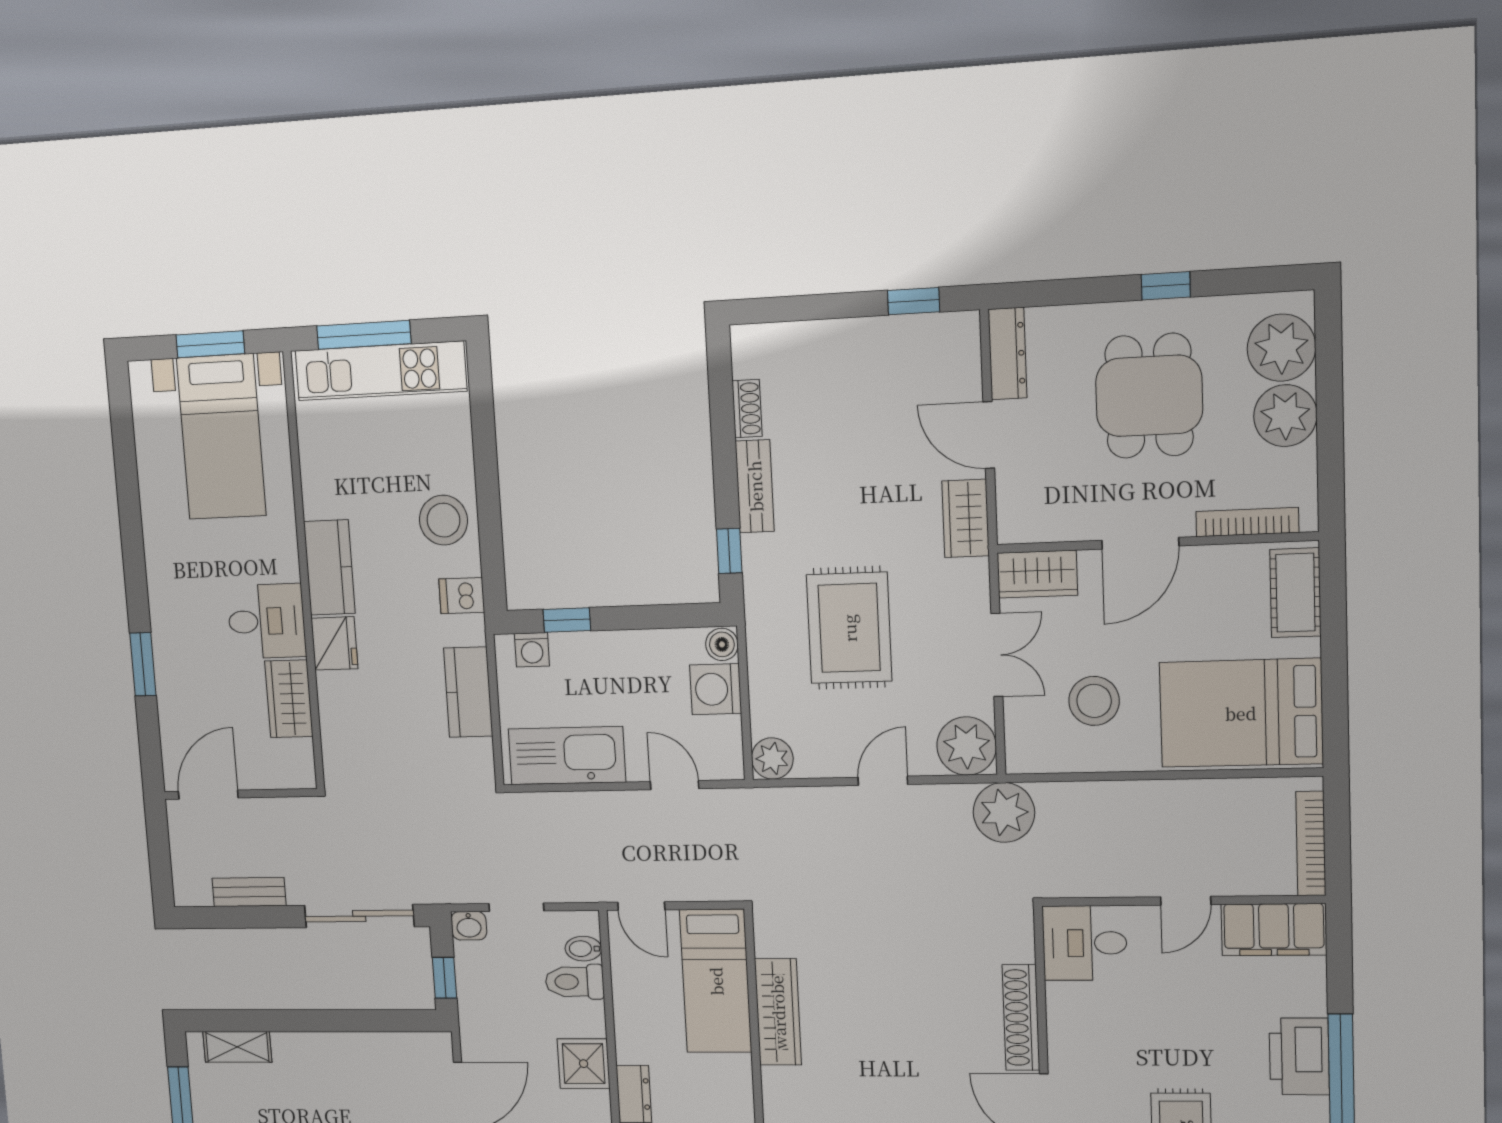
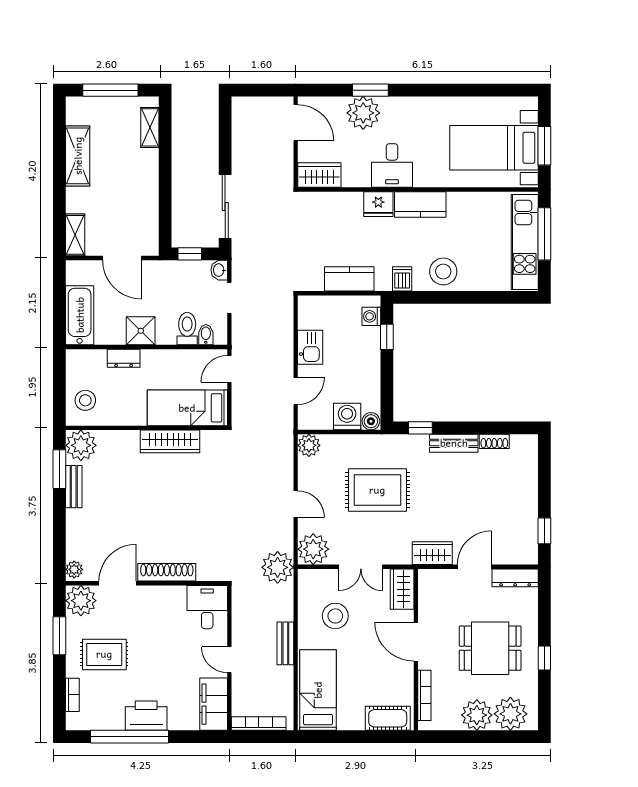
plant: (182, 676) -> (363, 113), added
wardrobe: (289, 699) -> (319, 175), moved
bed: (1241, 713) -> (318, 690), width x0.67
kitchen sink: (567, 756) -> (310, 347), width x0.53, depth x0.81
bench: (249, 892) -> (285, 643), moved

